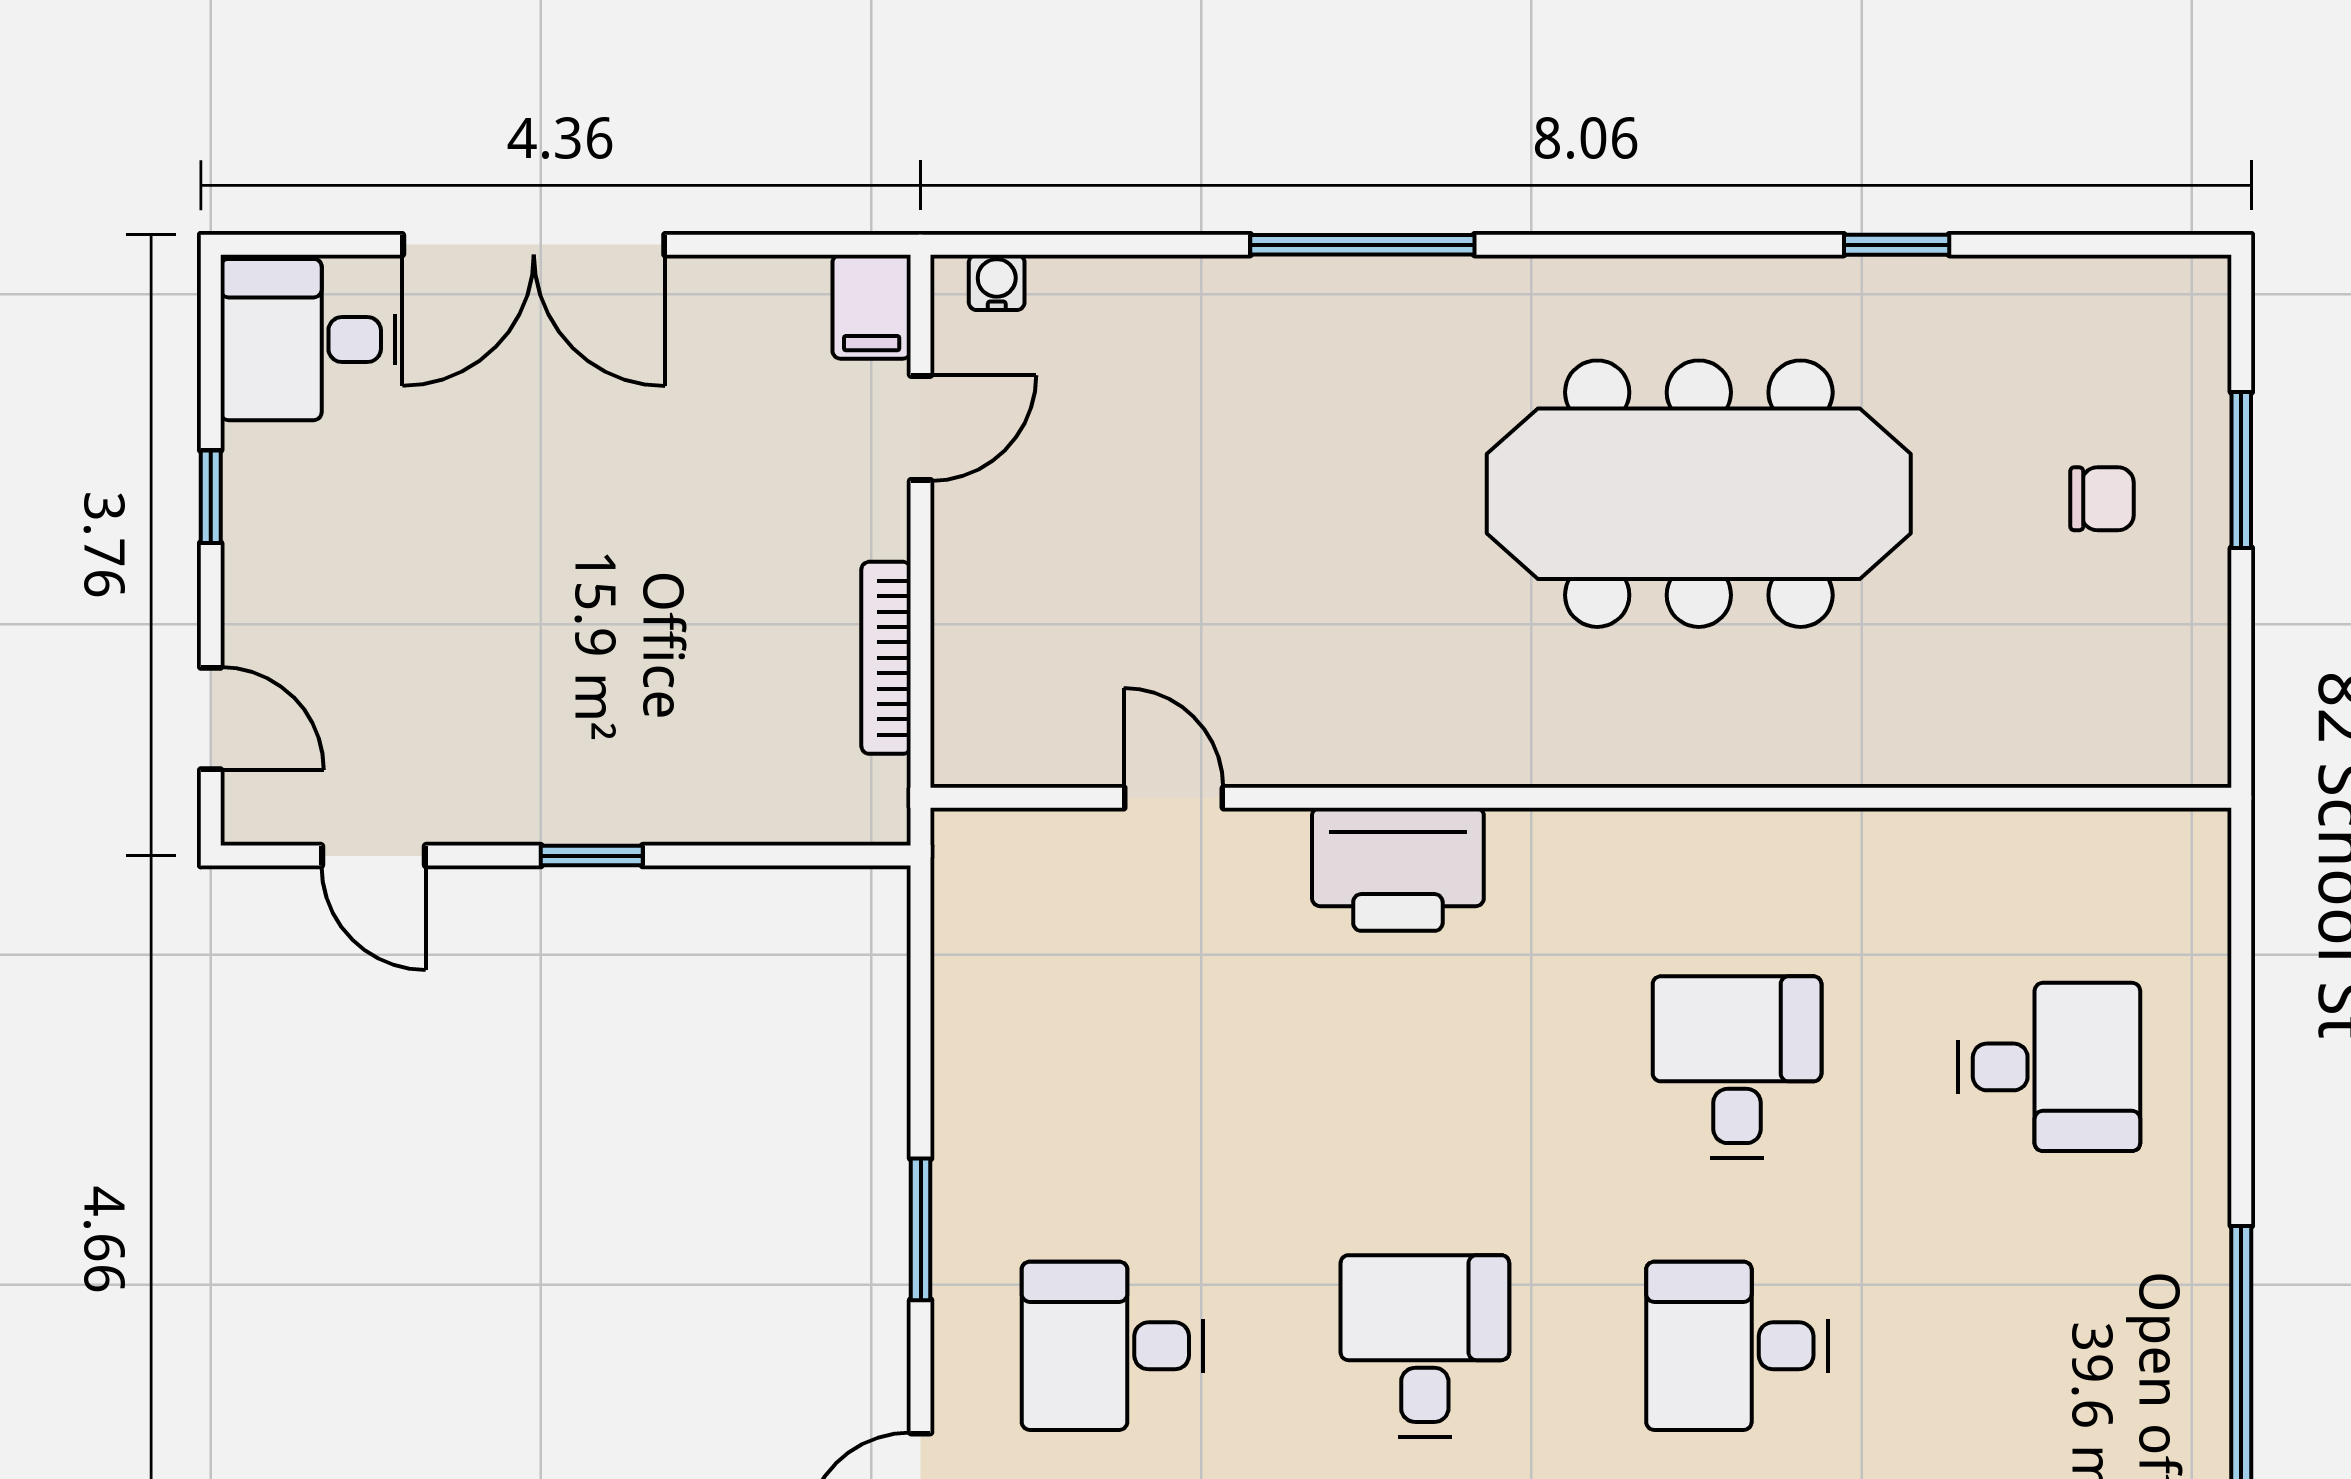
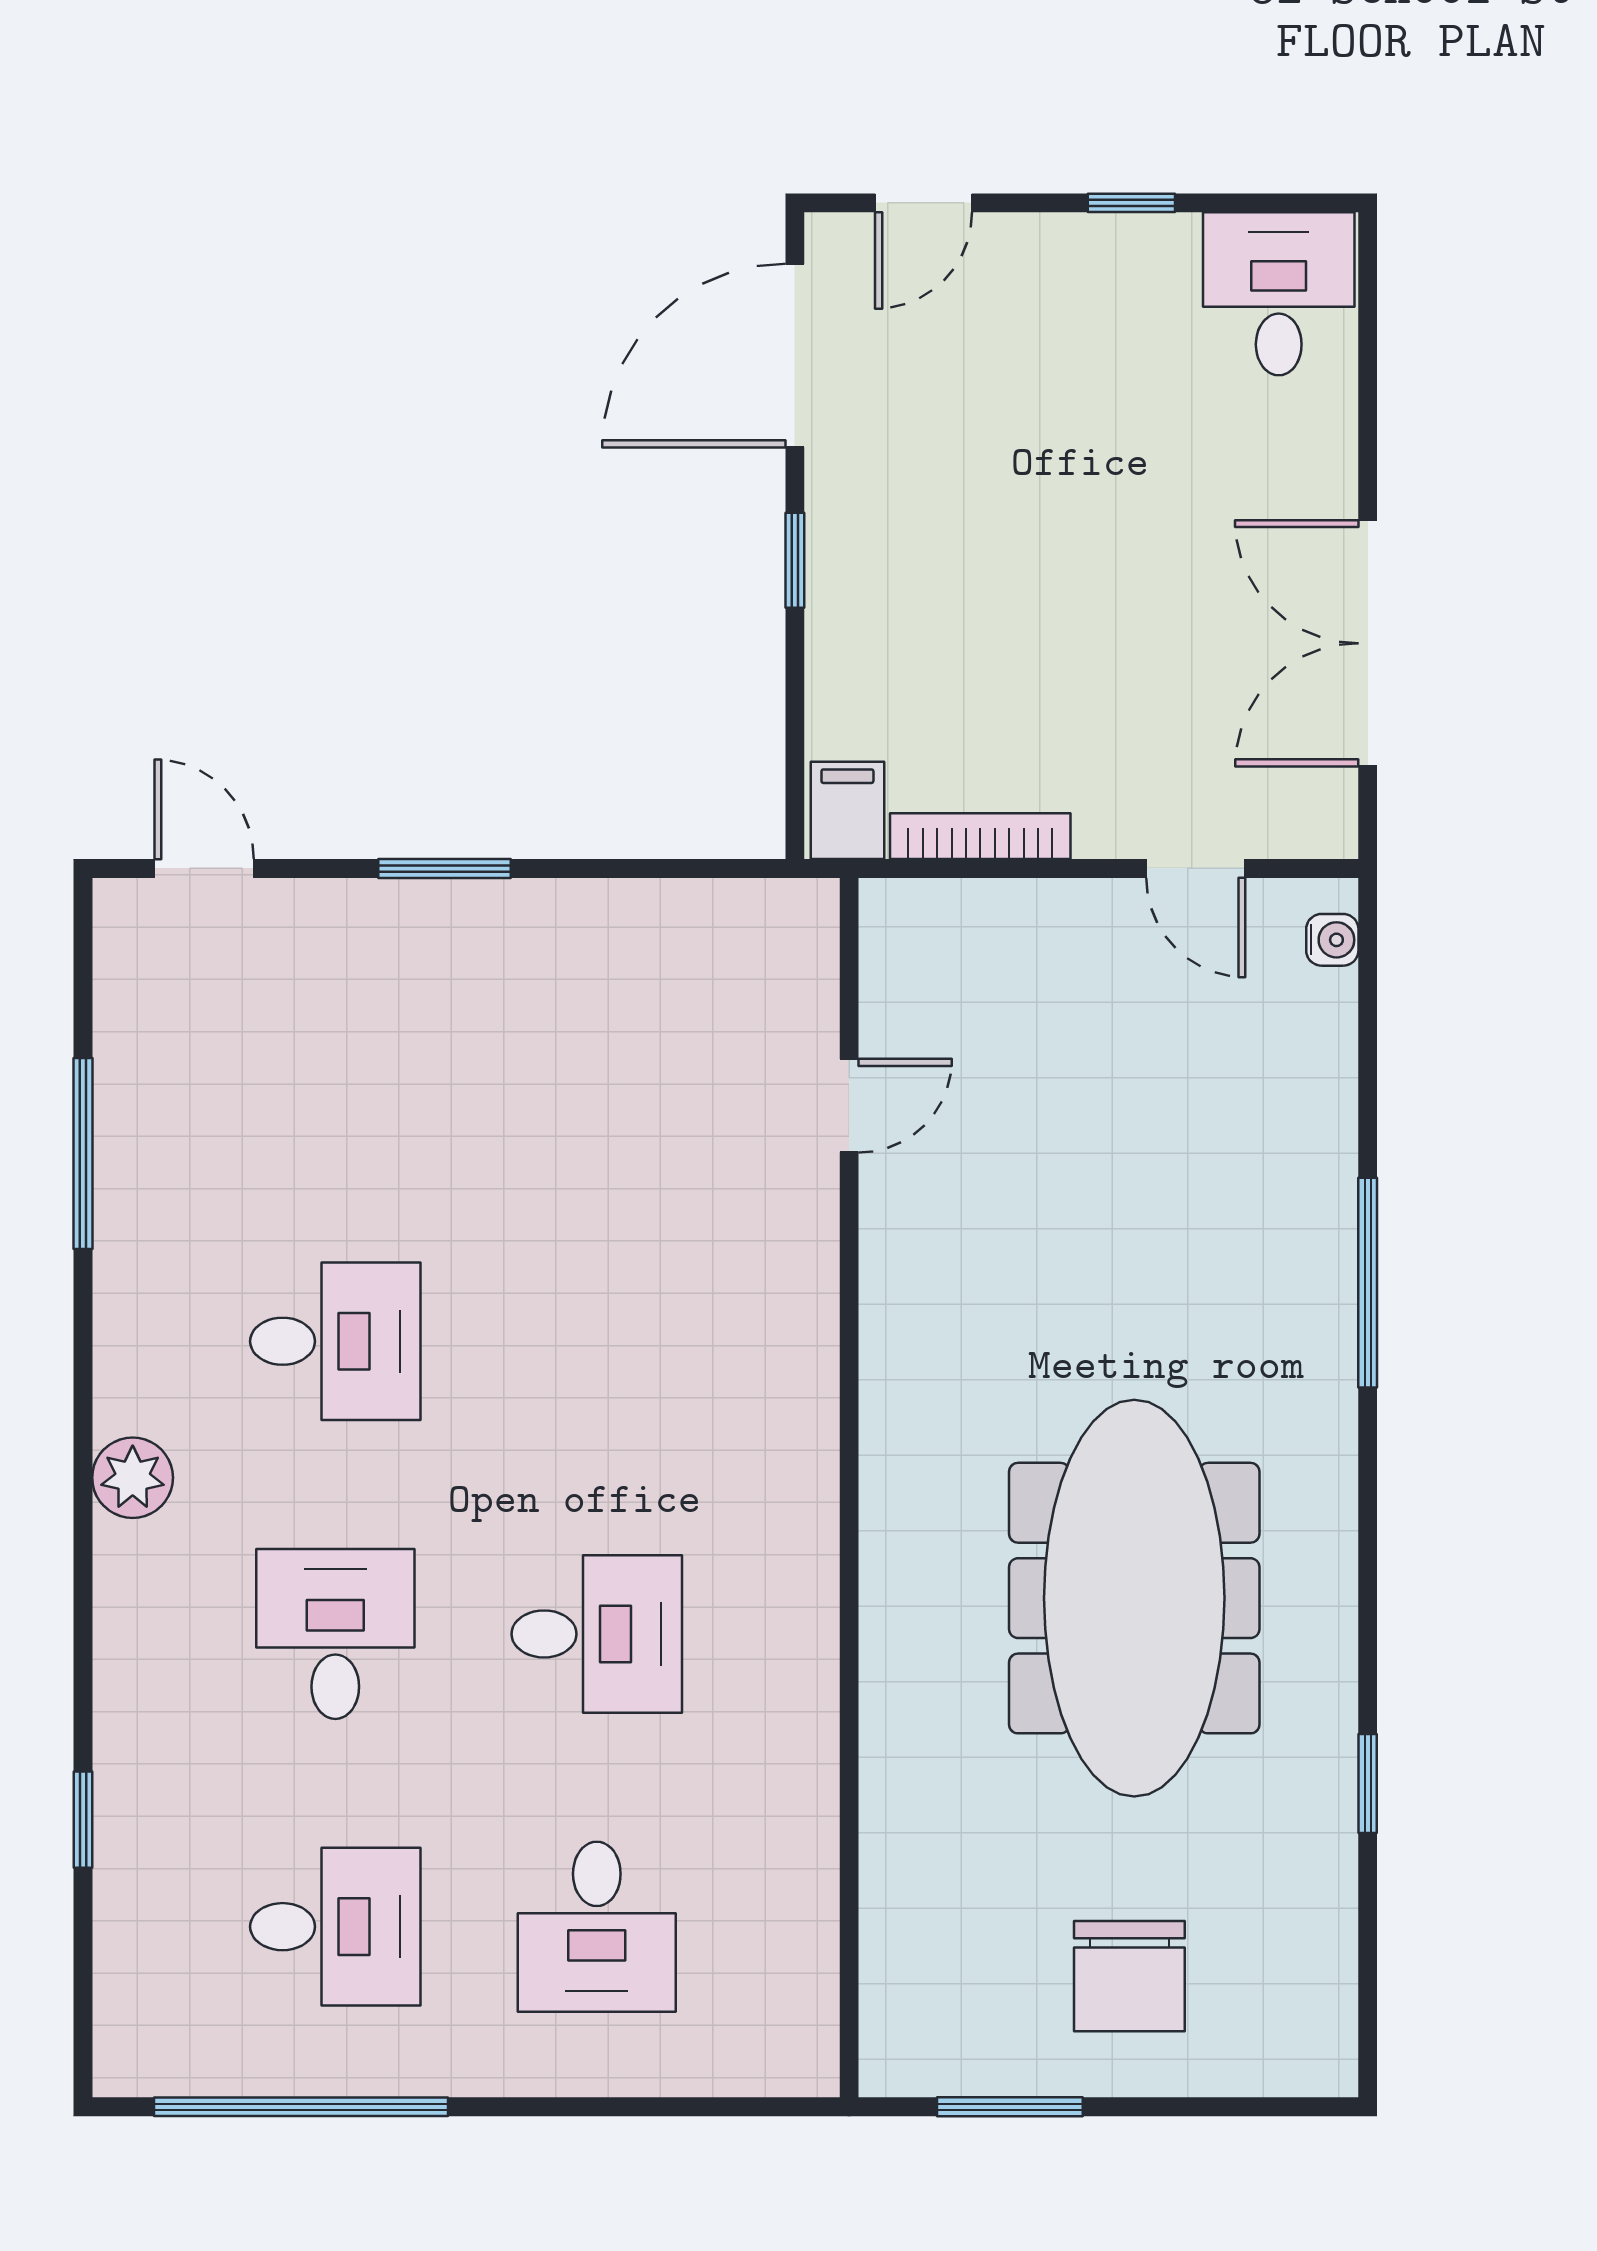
double door: (534, 245) -> (1368, 643), moved
filing cabinet: (872, 307) -> (847, 810), moved, turned 90
window: (2241, 470) -> (1010, 2107), moved
chair: (2102, 499) -> (1129, 1976), width x1.87, depth x1.87
door: (373, 856) -> (795, 356), width x1.88
printer: (1398, 869) -> (782, 1316), removed
desk: (1113, 1346) -> (335, 1927), moved, turned 90

